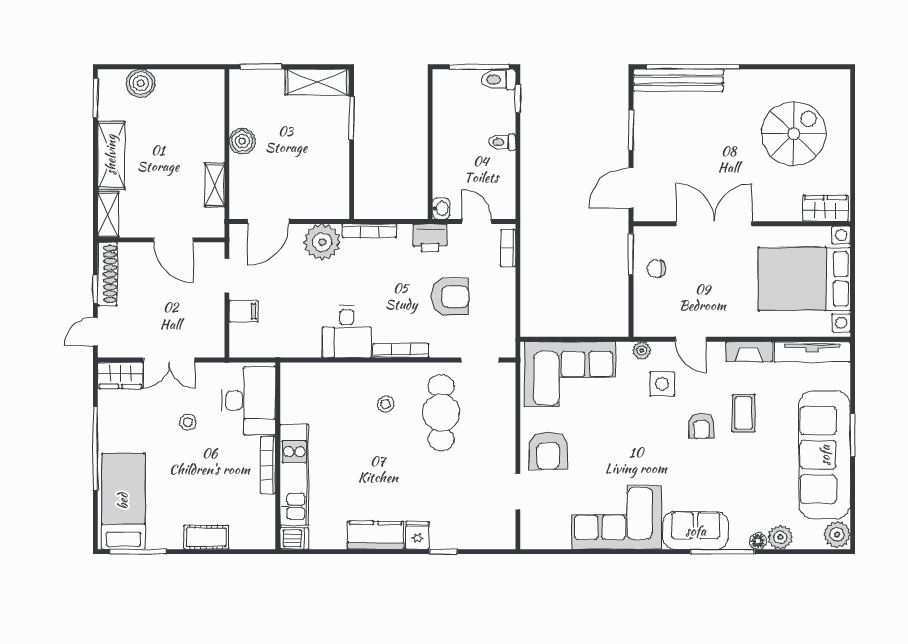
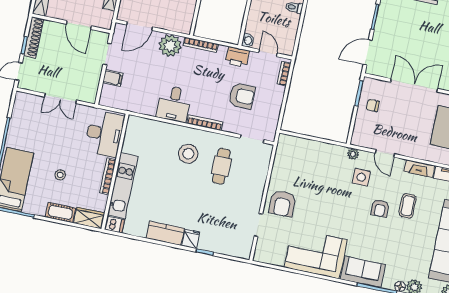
corner sofa: (570, 374) -> (306, 159), removed
wardrobe: (120, 375) -> (89, 218), moved, turned 180
stool: (386, 404) -> (188, 154), width x1.89, depth x1.89
cafe table: (441, 413) -> (221, 166), width x0.73, depth x0.74
stool: (188, 422) -> (60, 175), moved

